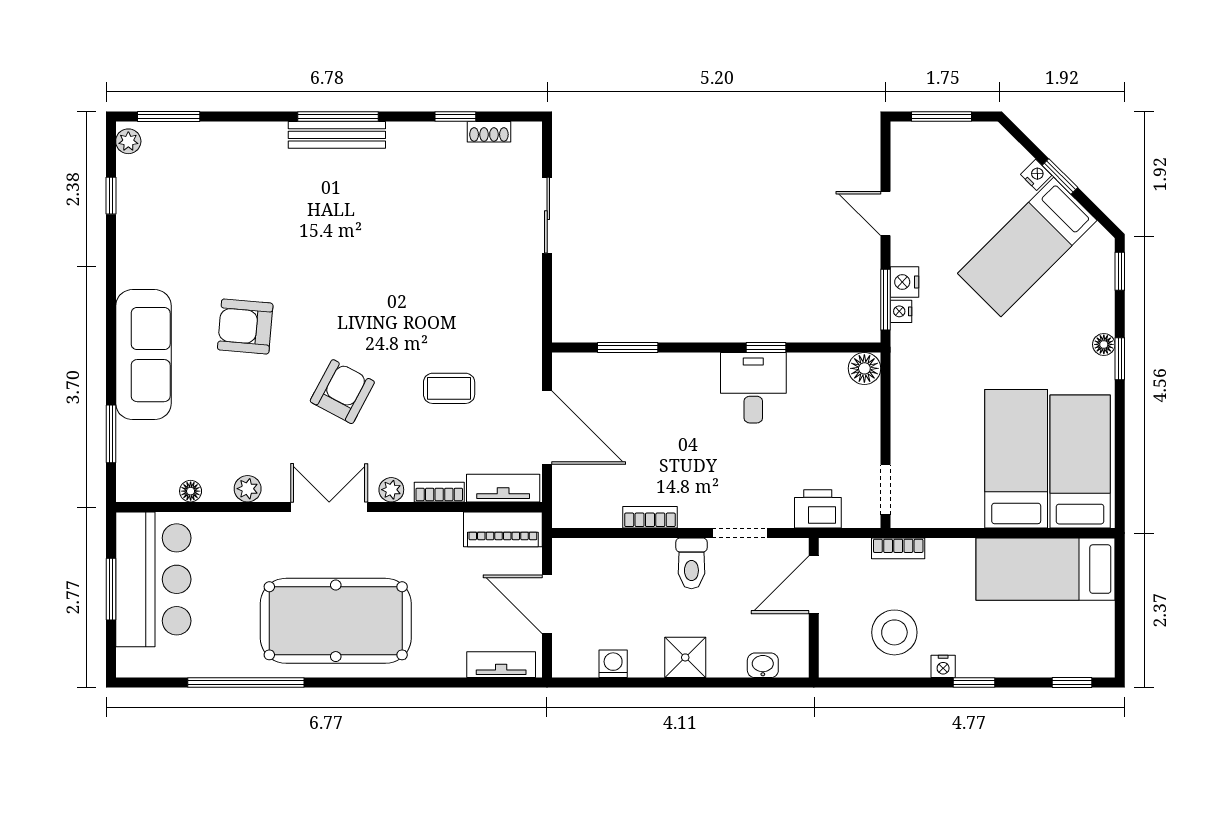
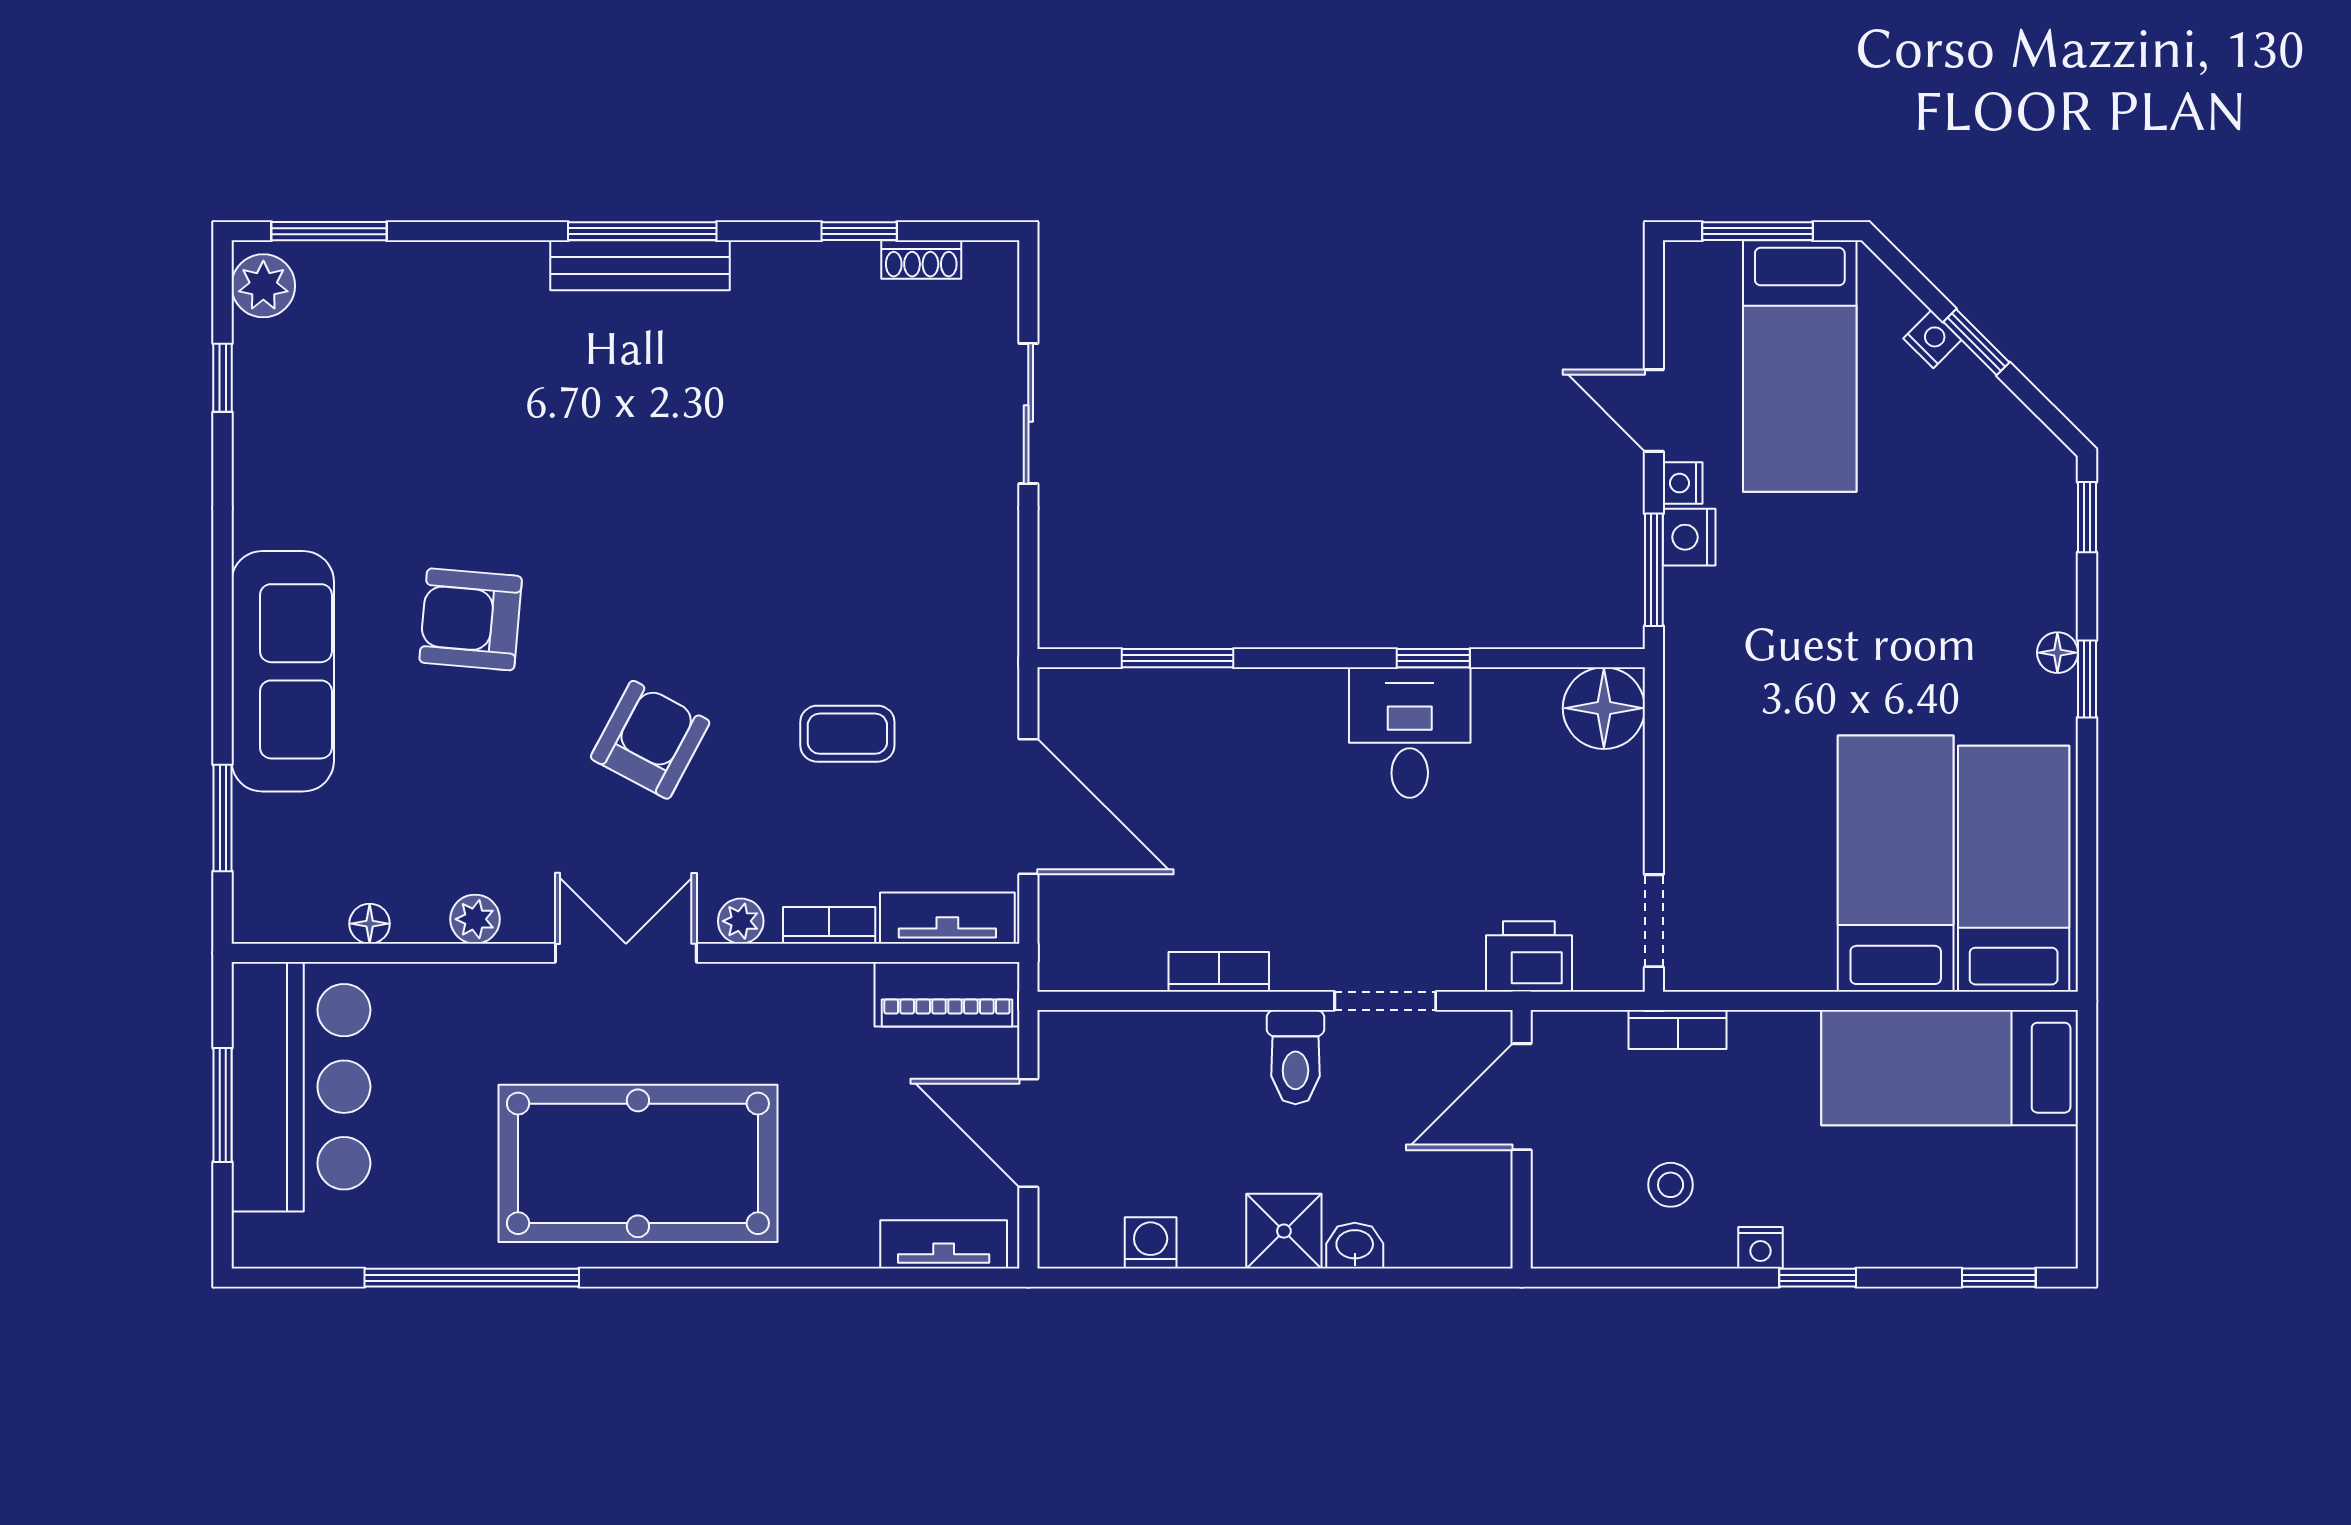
plant: (128, 141) -> (263, 286), width x1.38, depth x1.38
bed: (1027, 247) -> (1800, 366), moved, turned -45
nightstand: (901, 311) -> (1683, 483), moved
floor lamp: (864, 368) -> (1604, 708), width x1.38, depth x1.38
stool: (894, 632) -> (1671, 1185), width x0.53, depth x0.53
washbasin: (763, 665) -> (1355, 1246), moved

